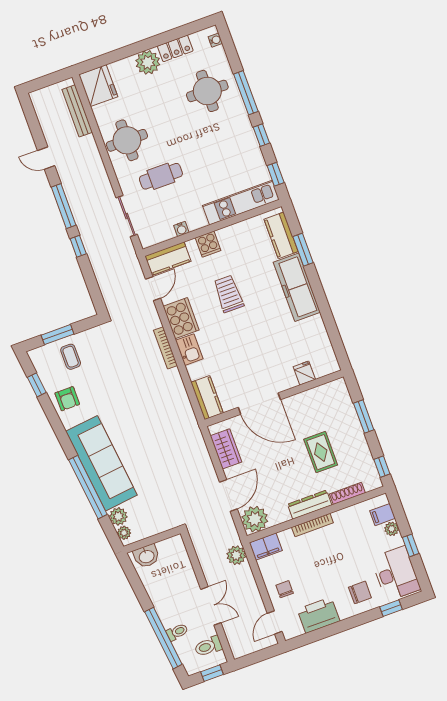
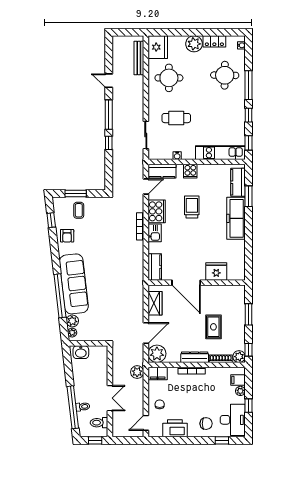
round table: (127, 140) -> (169, 78), moved
fridge: (304, 373) -> (216, 271), width x1.88, depth x1.34
plant: (372, 481) -> (239, 357), added

